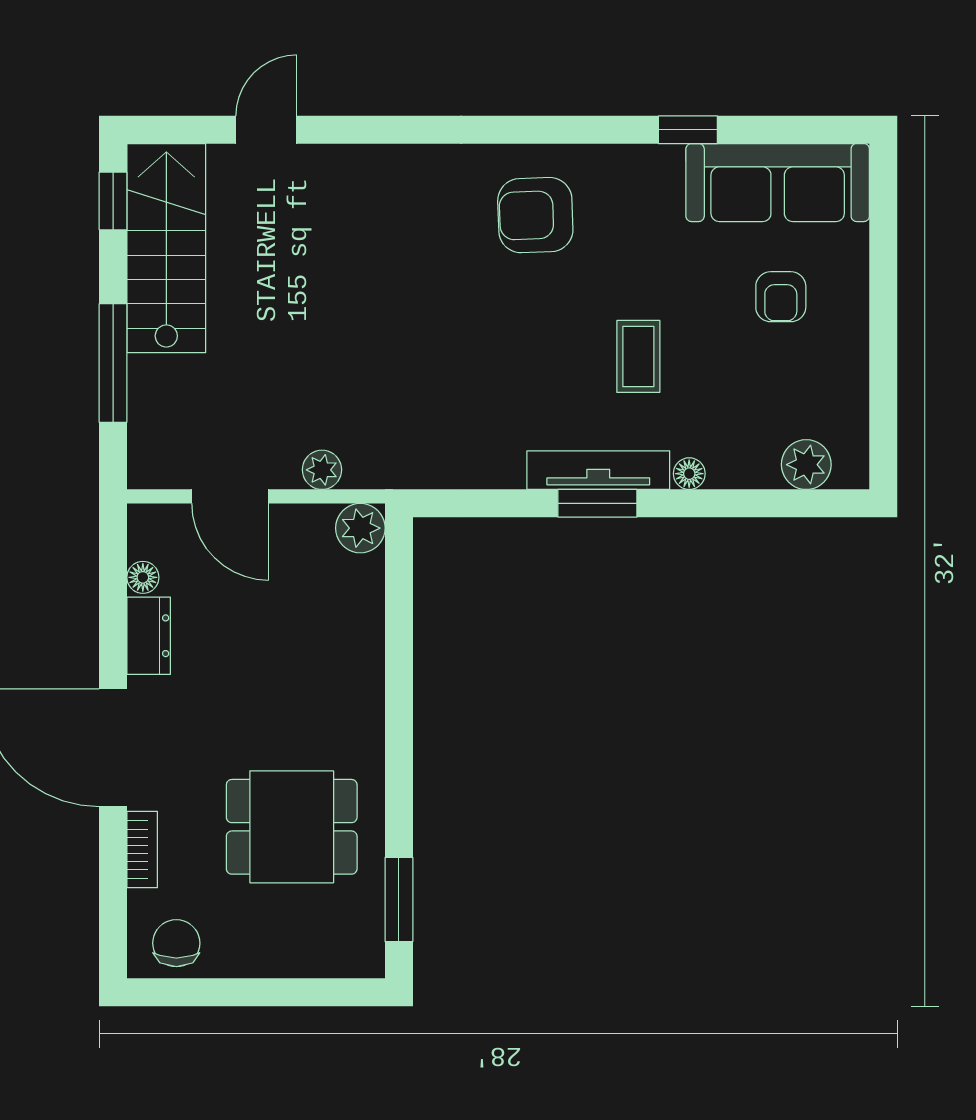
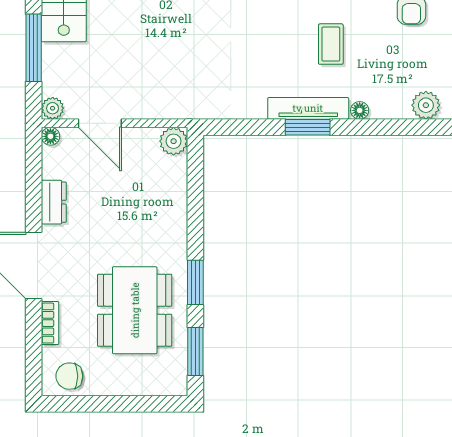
plant: (322, 470) -> (53, 108), moved
floor lamp: (143, 577) -> (50, 136), moved
window: (399, 778) -> (195, 282), added
dining table: (292, 827) -> (135, 310), width x1.37
chair: (176, 943) -> (69, 376), turned -90

